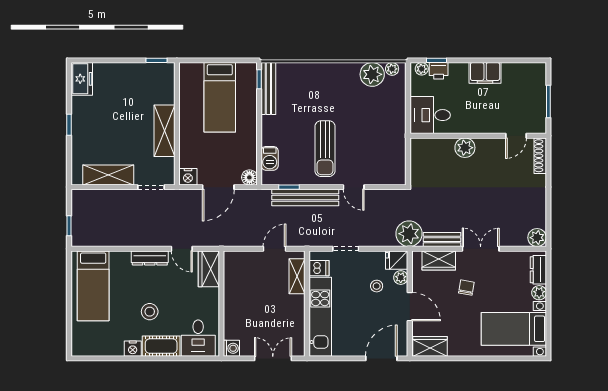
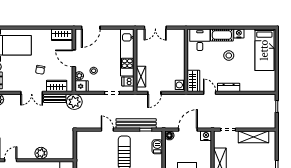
bed: (93, 286) -> (264, 50), moved, turned 180
washing machine: (231, 348) -> (180, 85), moved

